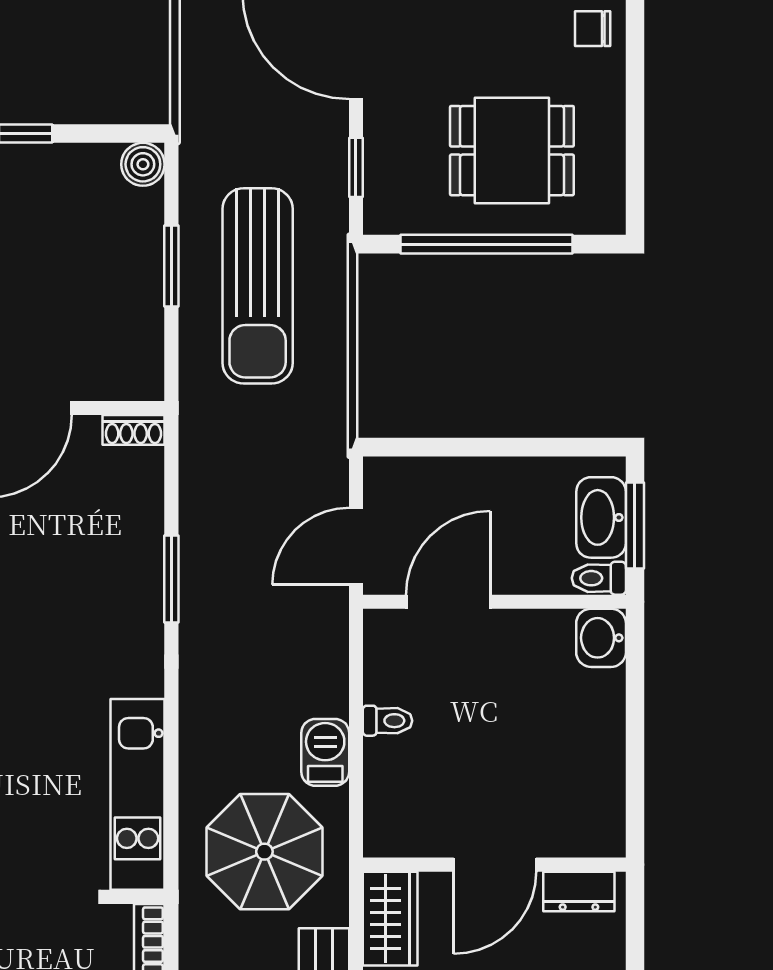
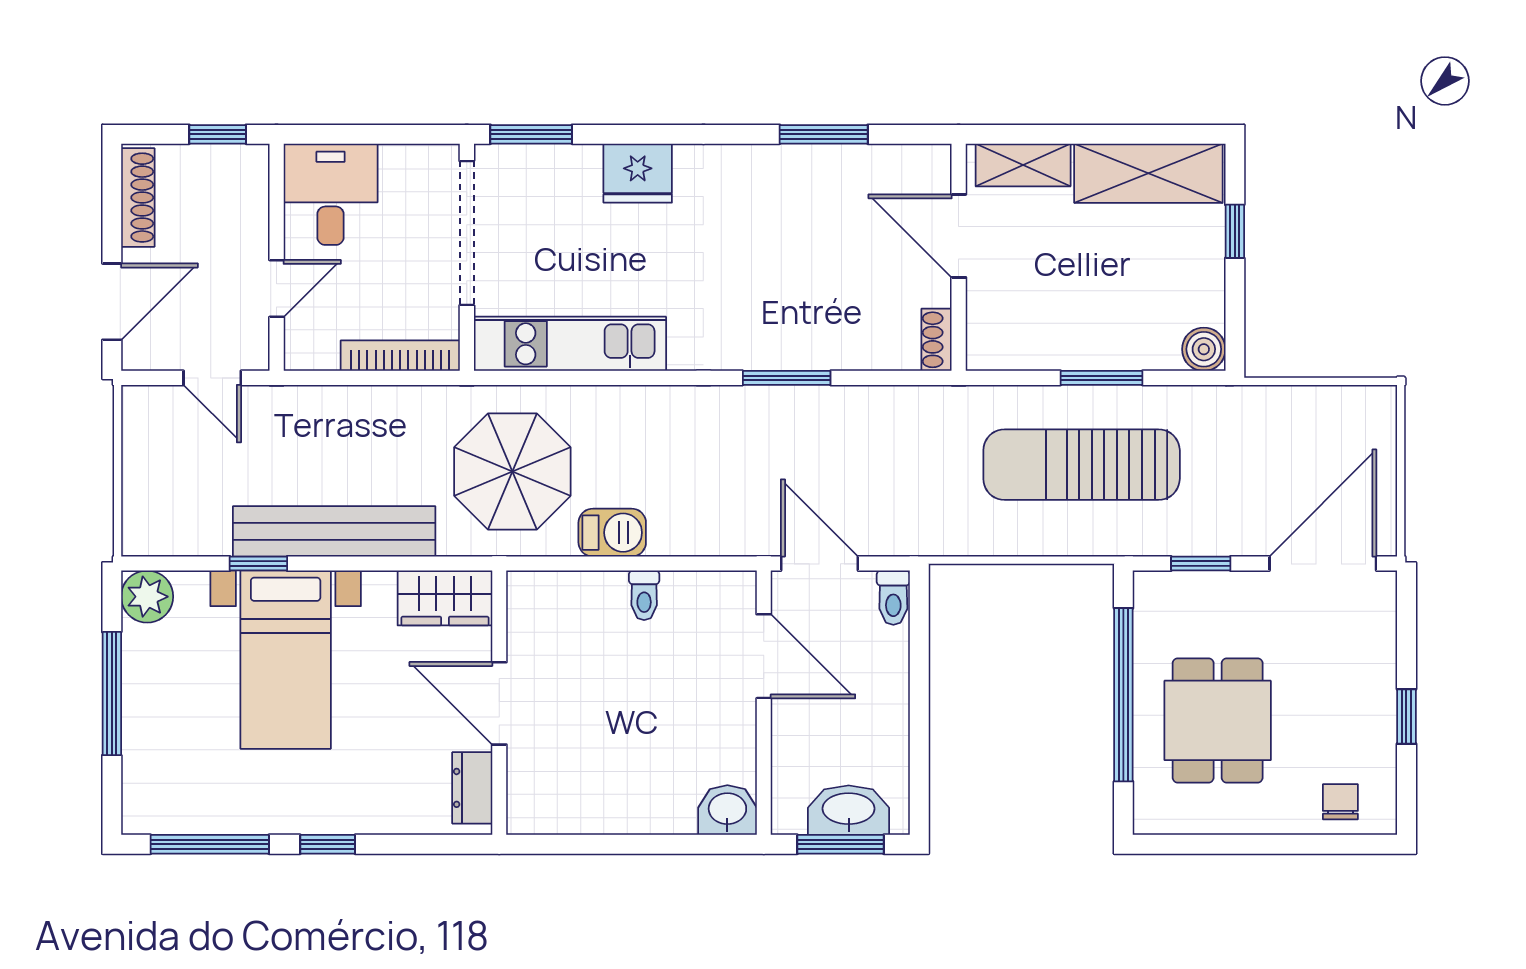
toilet: (599, 578) -> (893, 598), moved, turned 180

